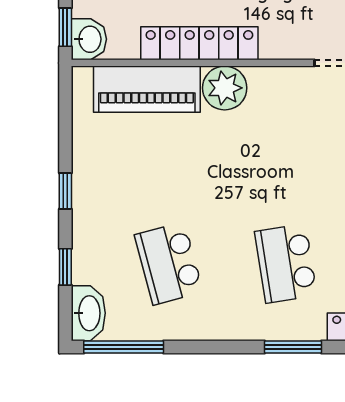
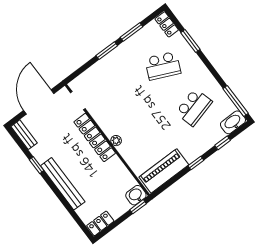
locker: (199, 43) -> (95, 138), moved
plant: (225, 88) -> (116, 141), width x0.53, depth x0.53
piano: (147, 89) -> (164, 171), moved, turned -90
school desk: (286, 263) -> (163, 66), turned 33

